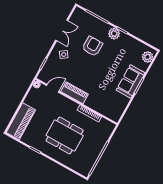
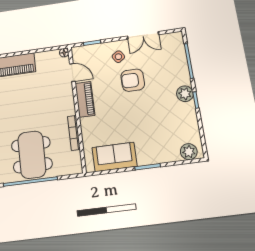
armchair: (92, 46) -> (133, 80), moved, turned 180
sofa: (131, 81) -> (114, 157), moved
dining table: (65, 136) -> (32, 155), moved

